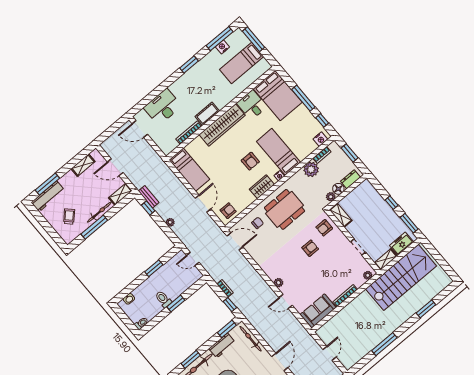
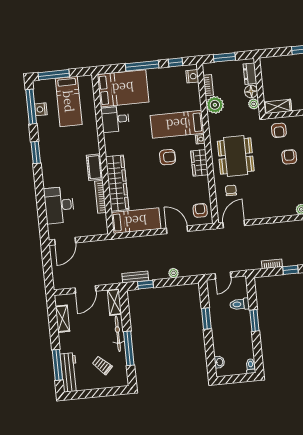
wardrobe: (222, 125) -> (117, 183), moved
toilet: (163, 299) -> (240, 304), moved

